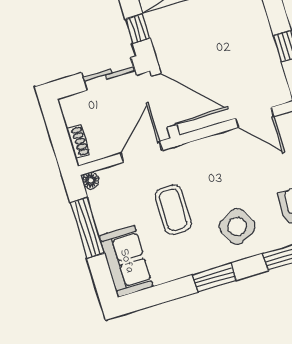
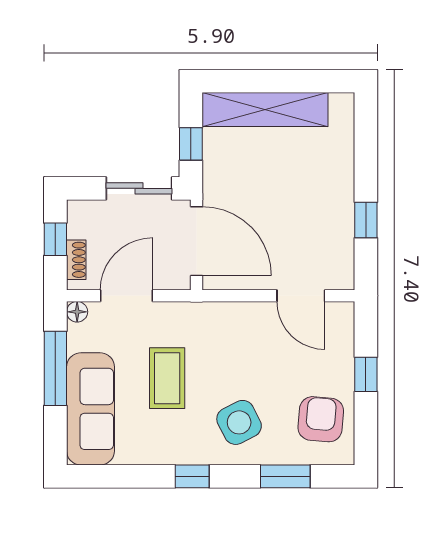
window: (58, 131) -> (55, 239), added
door: (141, 152) -> (126, 296), moved
sofa: (126, 261) -> (91, 409), width x1.36
window: (214, 278) -> (192, 476), width x0.67

